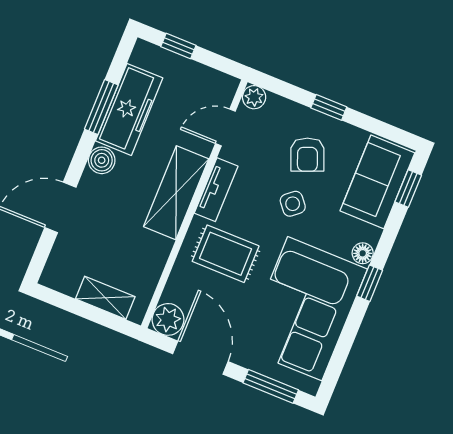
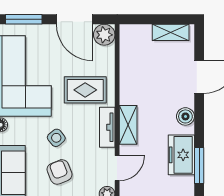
window: (101, 107) -> (199, 166), moved
freezer: (129, 109) -> (181, 155), width x0.71
shelving: (176, 193) -> (128, 125), width x0.67, depth x0.75
shelving: (105, 298) -> (171, 32), moved

